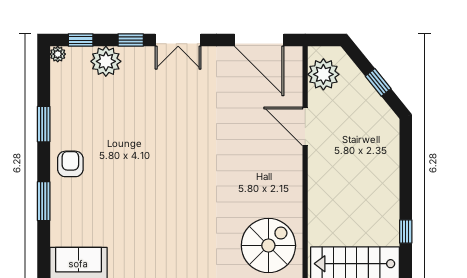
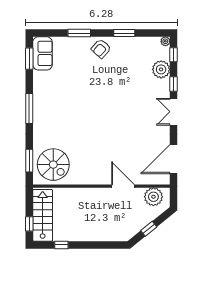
door: (305, 126) -> (123, 186), hinge flipped
armchair: (70, 164) -> (101, 49), turned 132

